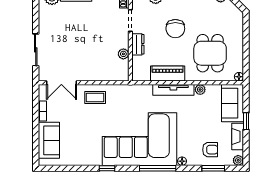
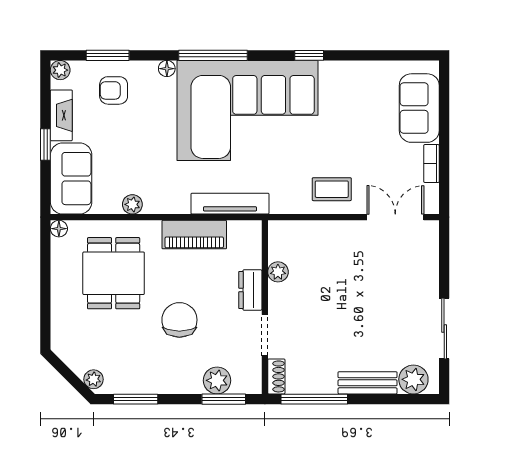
sliding door: (36, 50) -> (444, 328), moved
tv unit: (173, 90) -> (230, 204), moved

